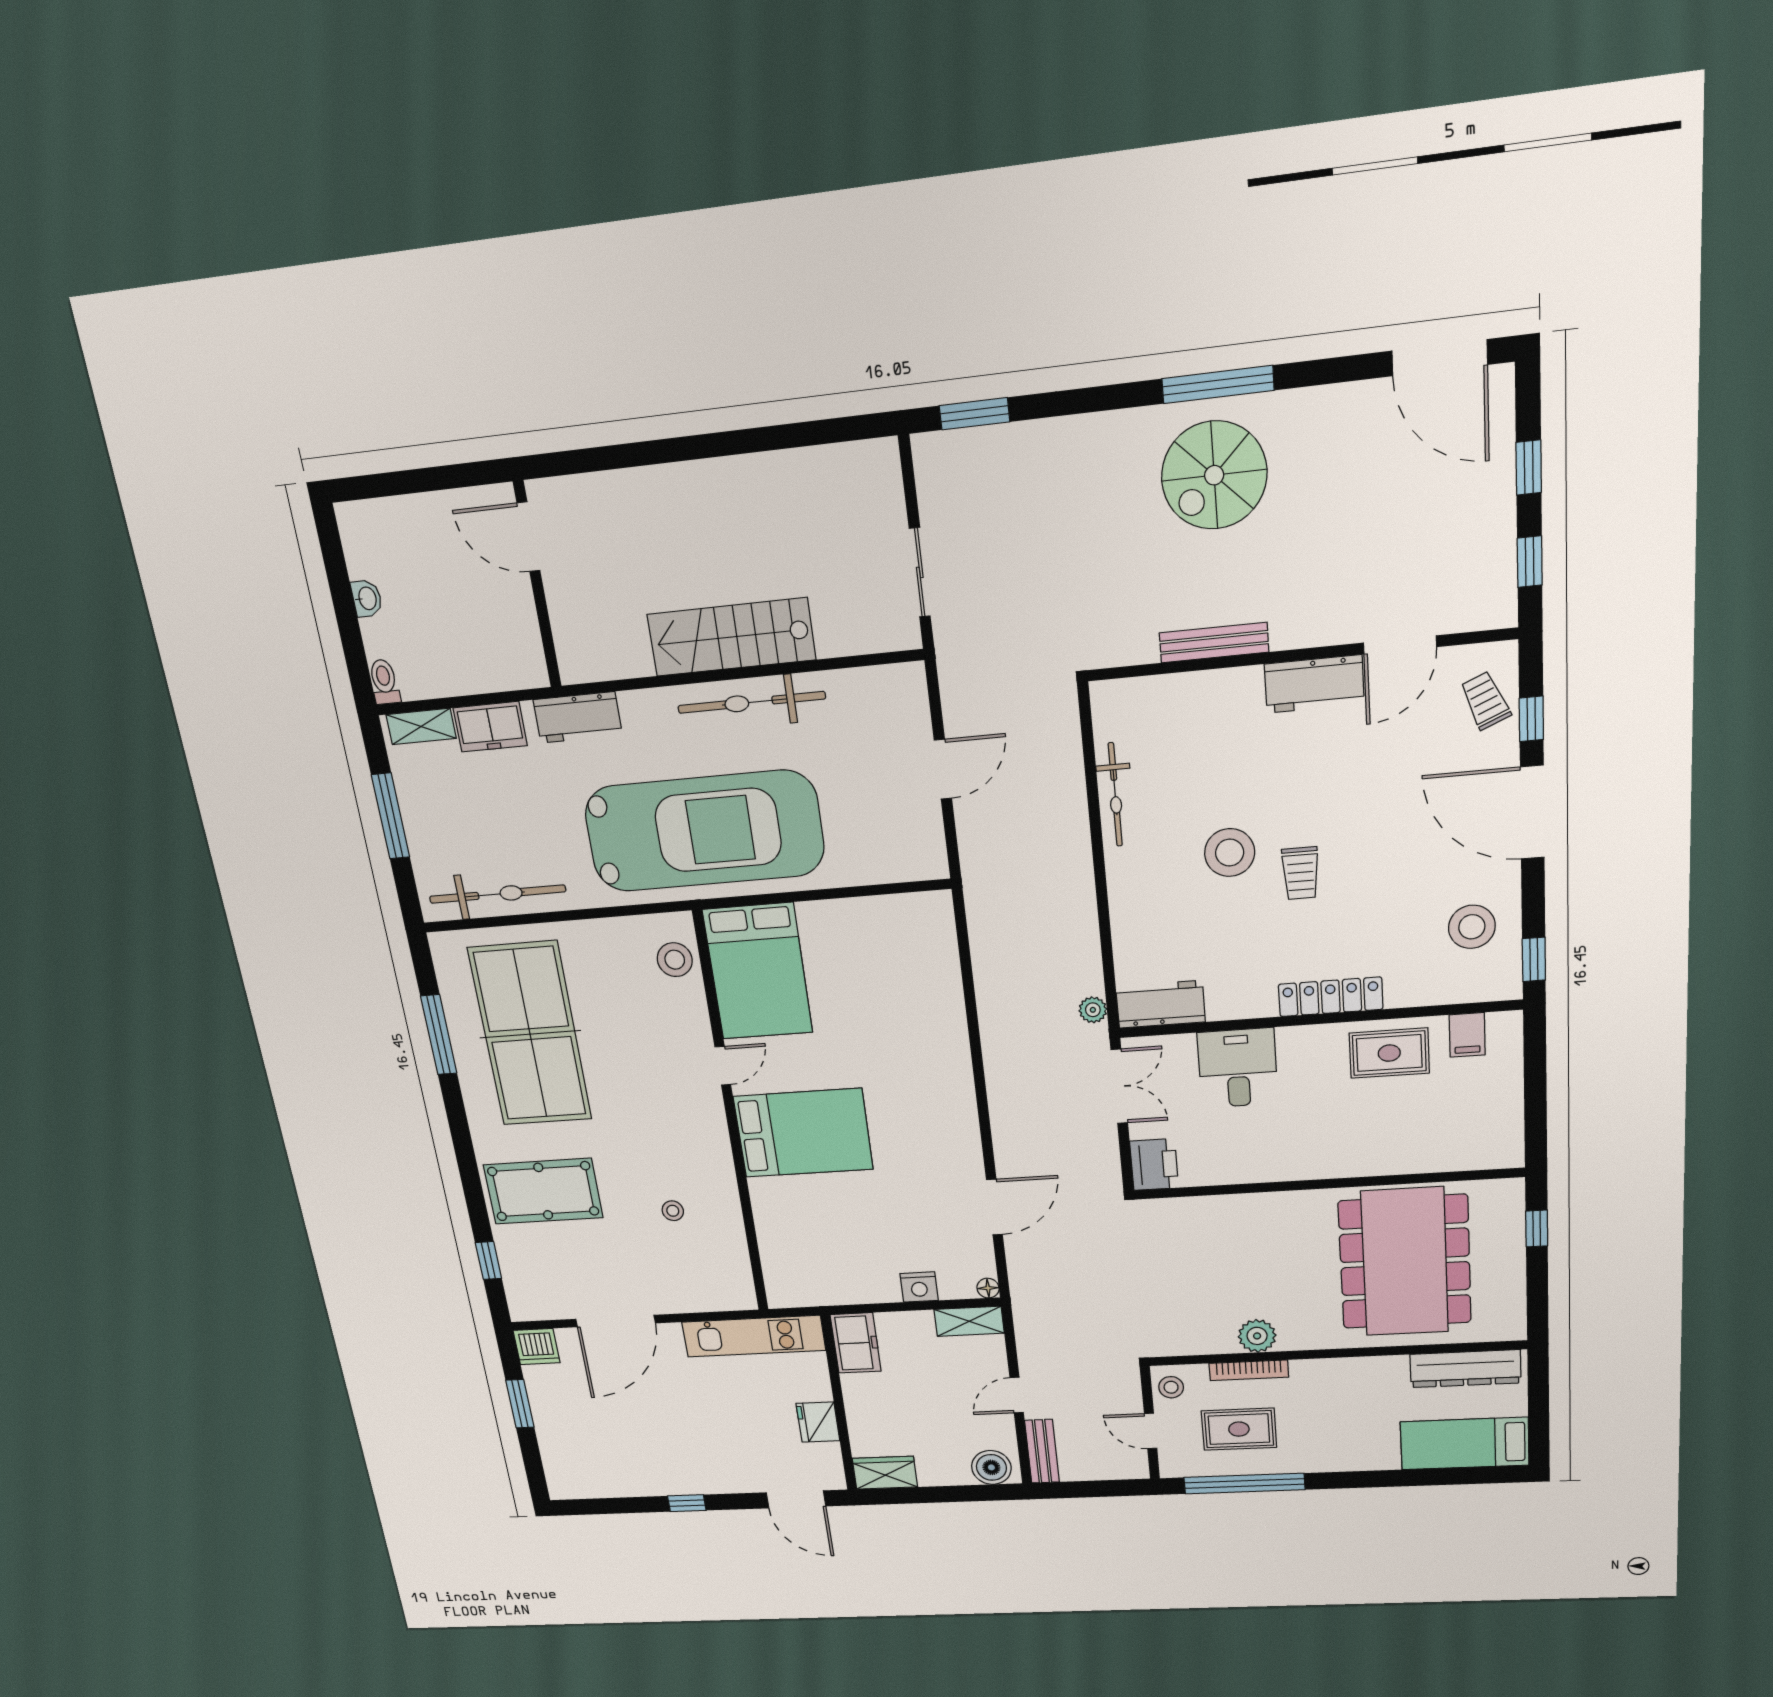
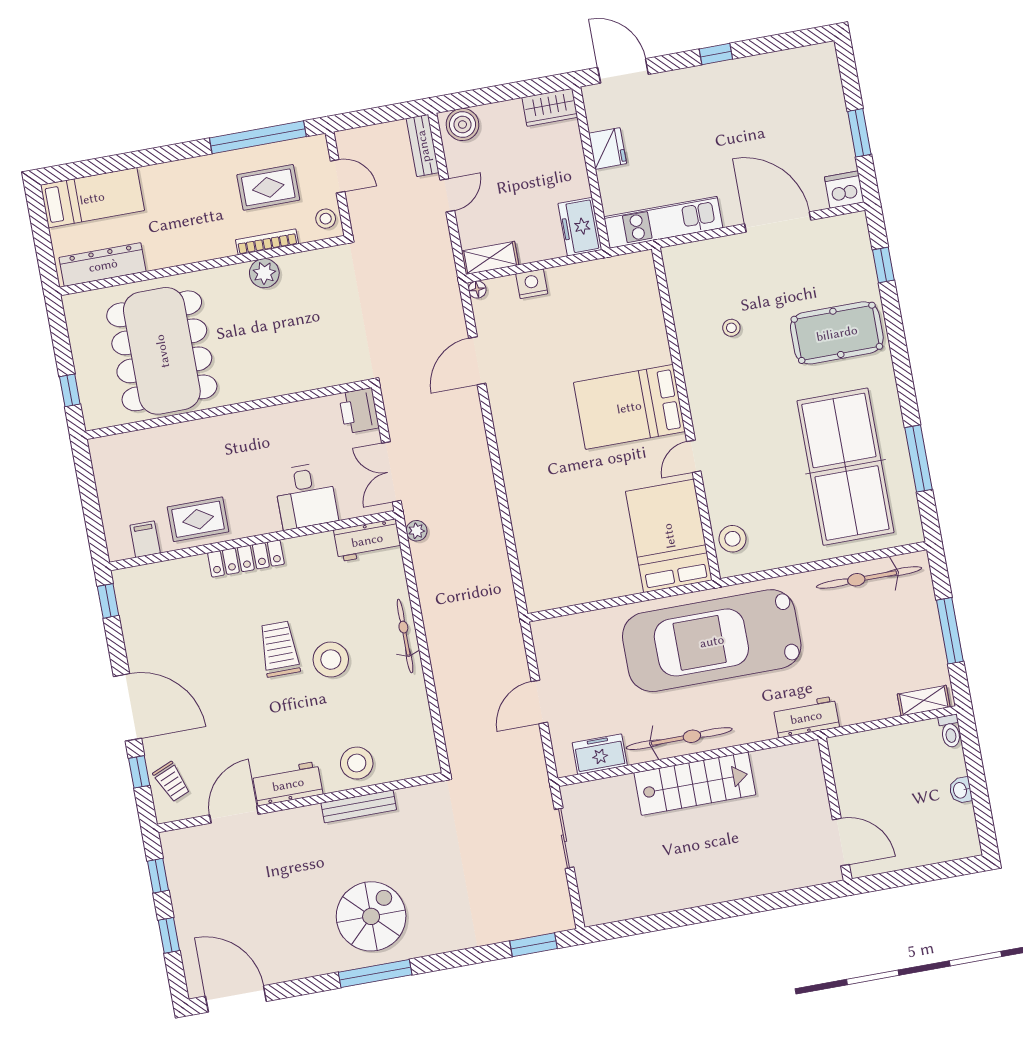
freezer: (490, 727) -> (600, 754), moved
bicycle: (1115, 795) -> (405, 636), moved
trolley: (1301, 873) -> (279, 649), width x1.36, depth x1.39
stool: (1472, 927) -> (357, 763), moved
door: (615, 1321) -> (778, 222), hinge flipped

